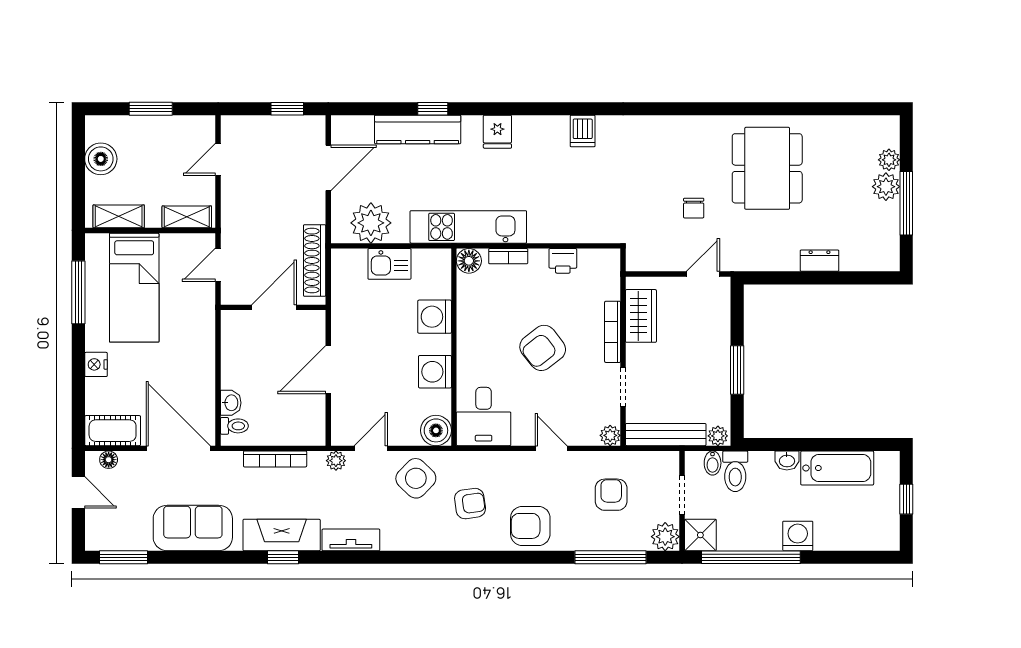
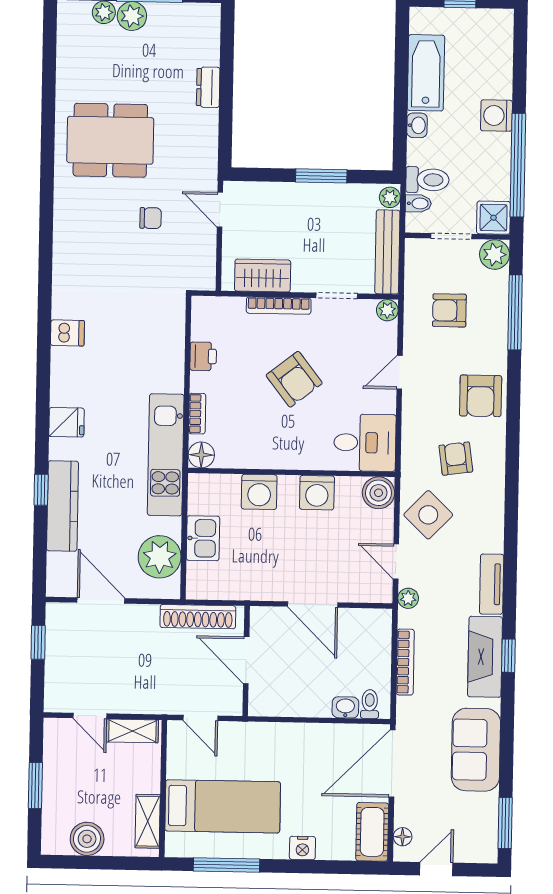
shelving: (187, 217) -> (132, 731), moved, turned 90

